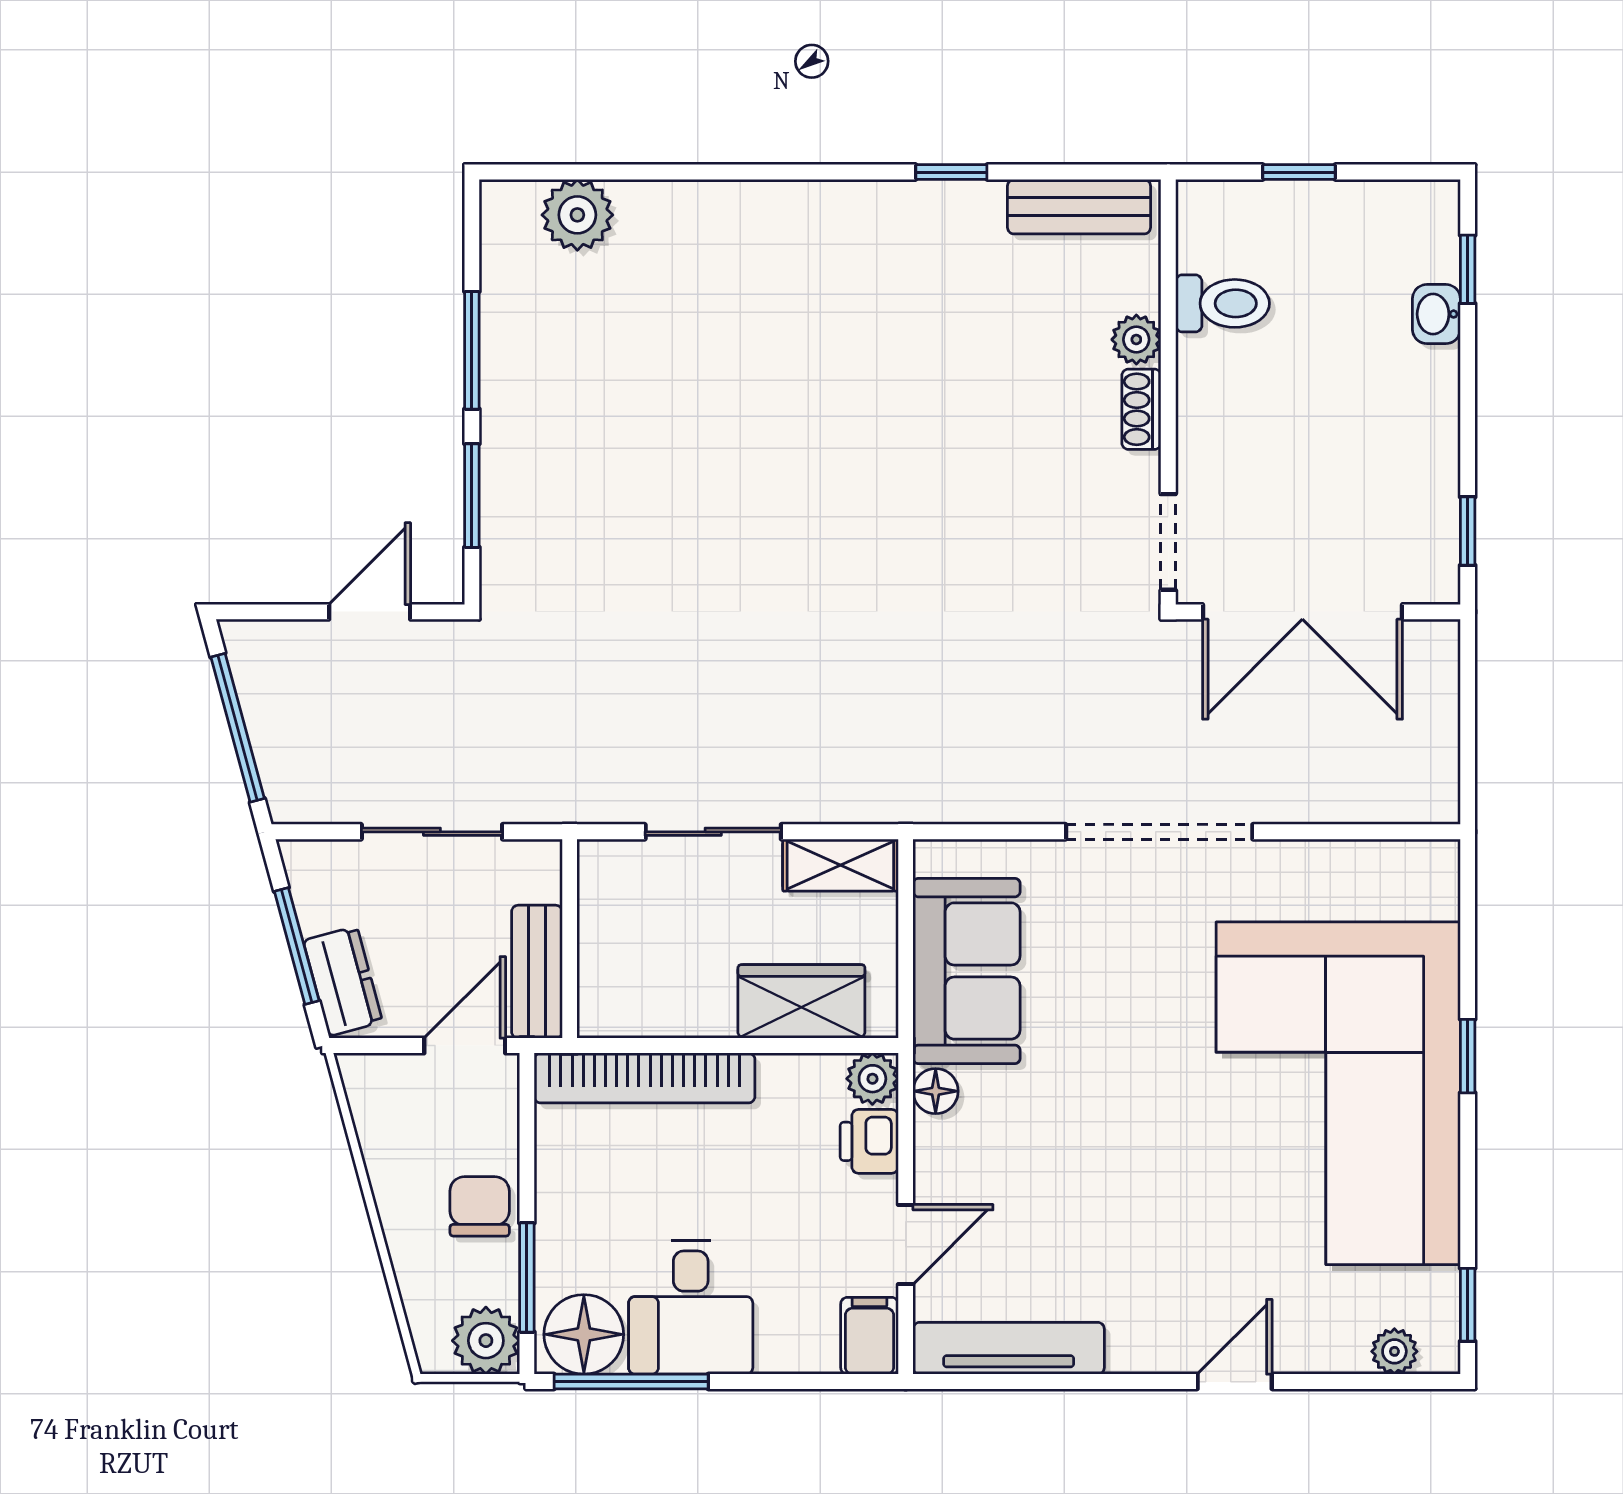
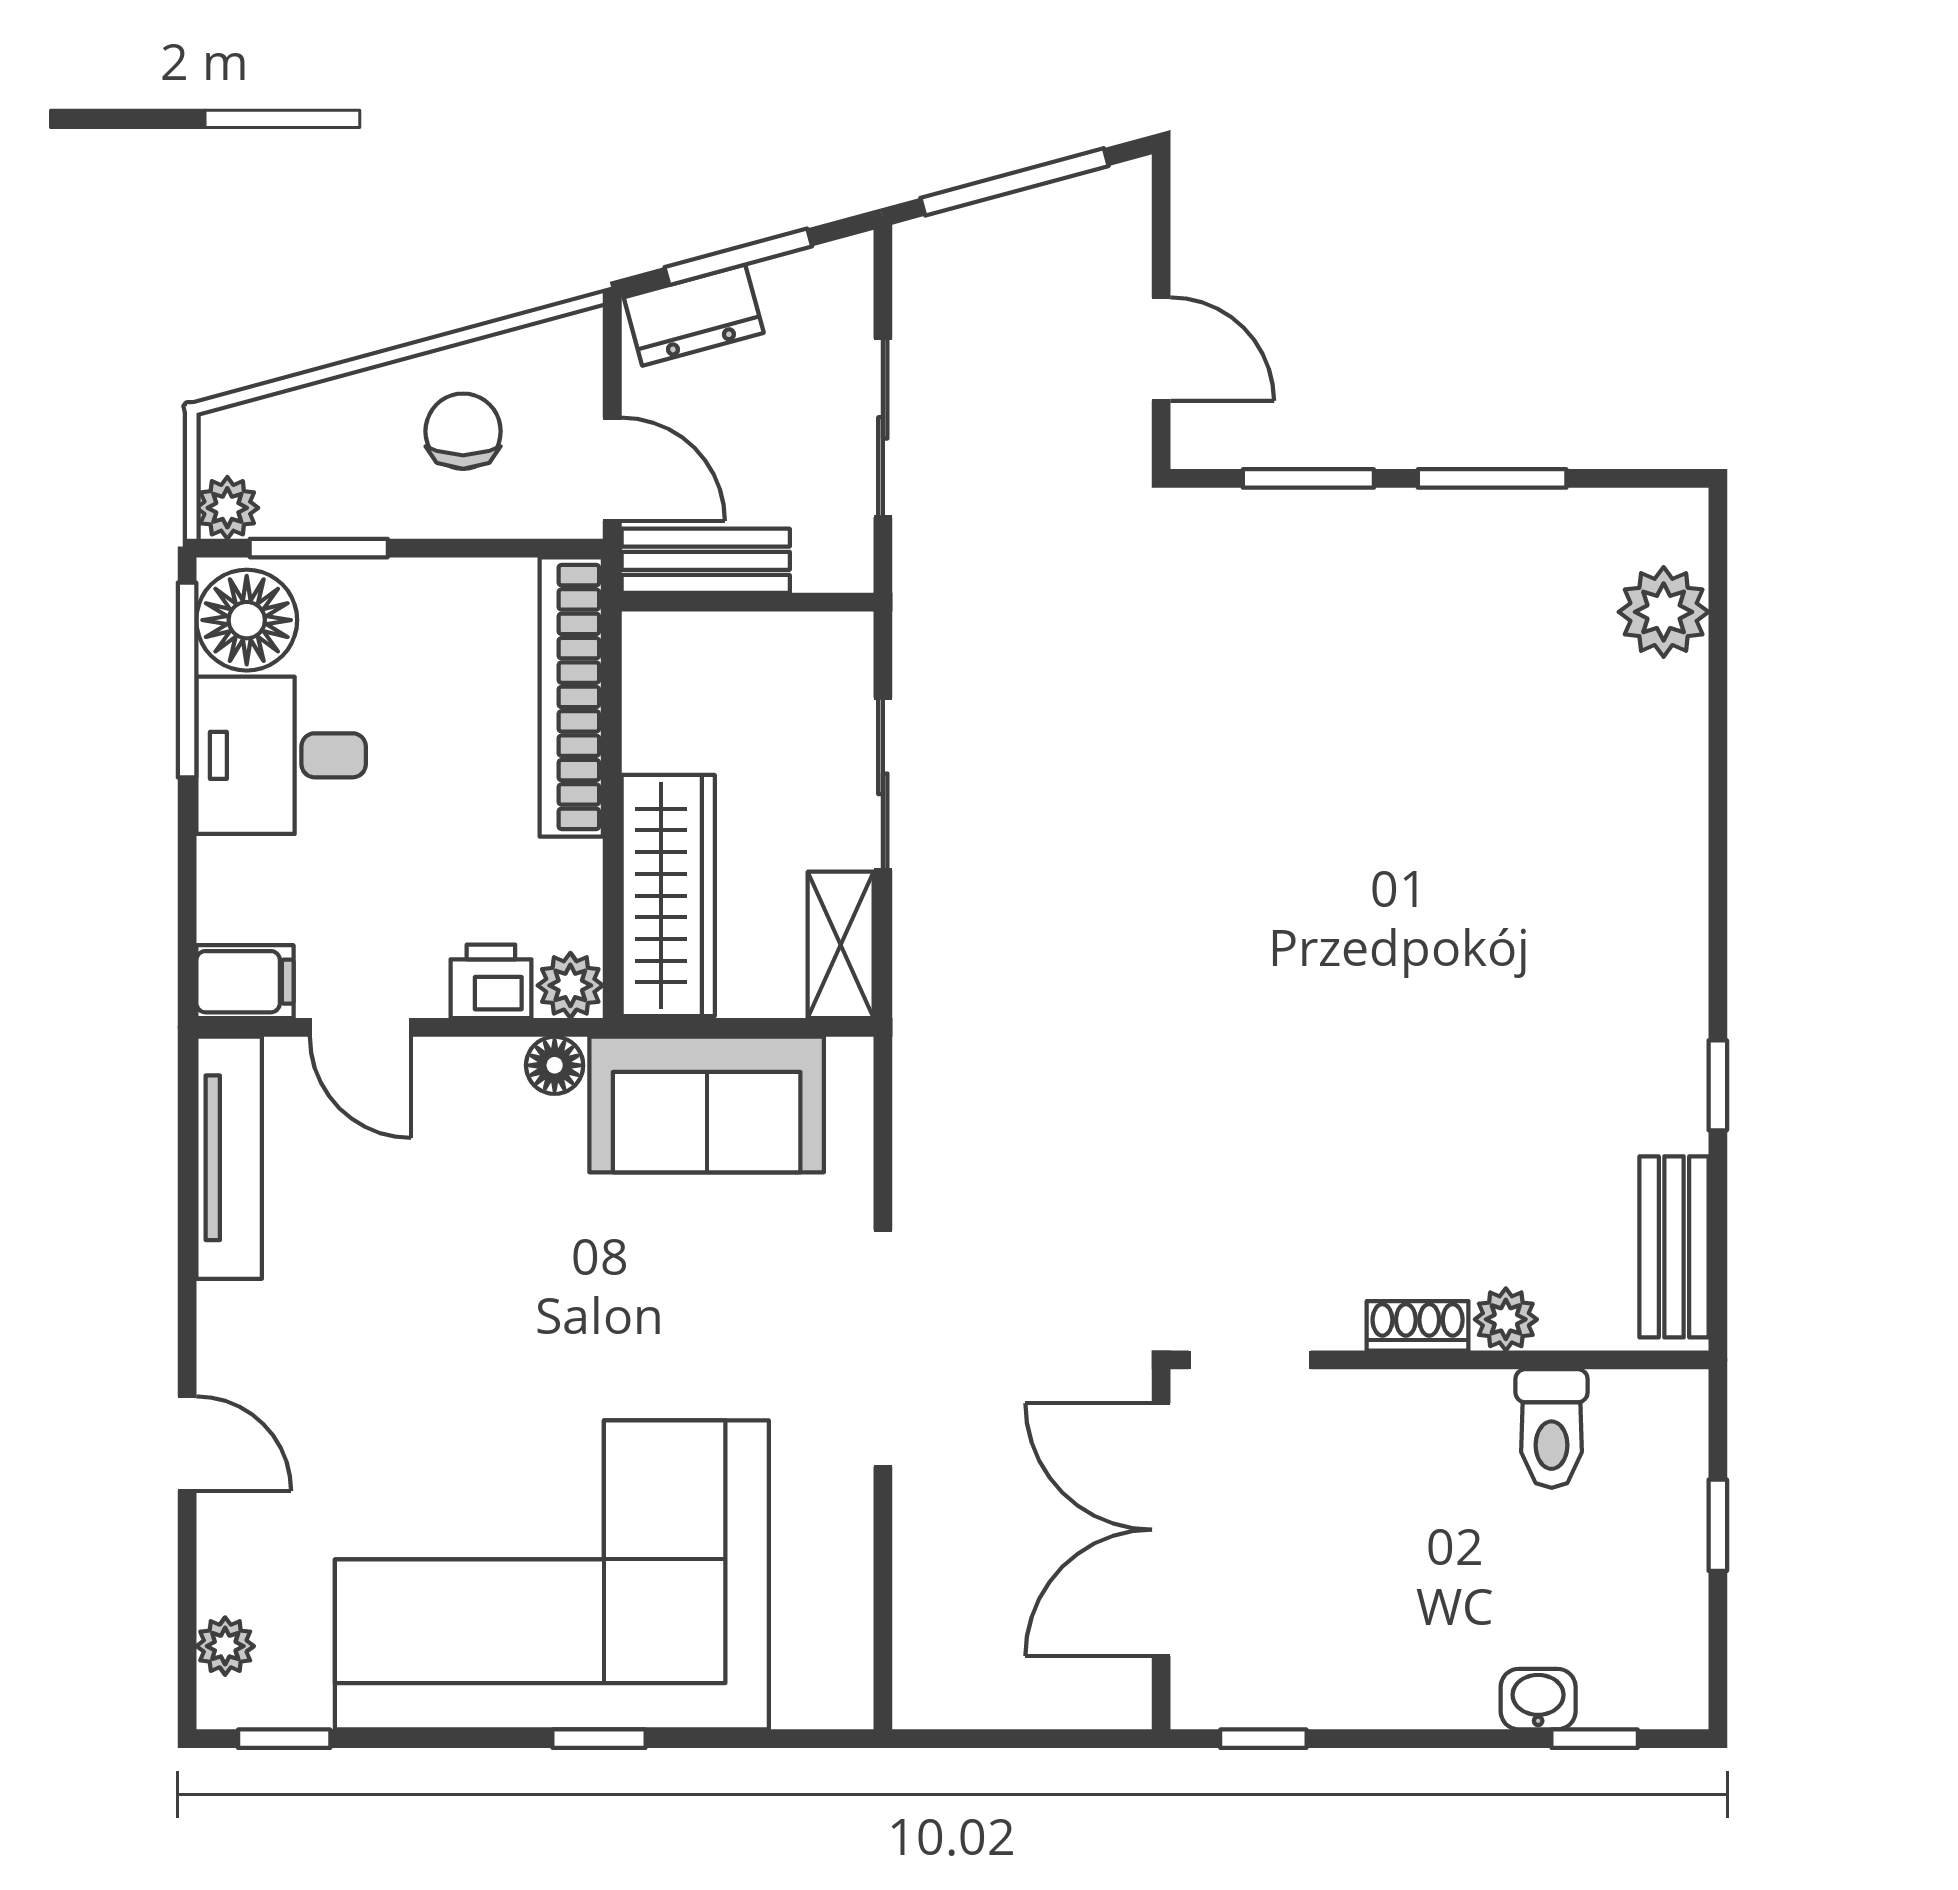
wardrobe: (801, 1001) -> (668, 896), width x1.50
chair: (480, 1206) -> (463, 431), moved, turned -90
plant: (486, 1341) -> (227, 508), width x0.73, depth x0.73

